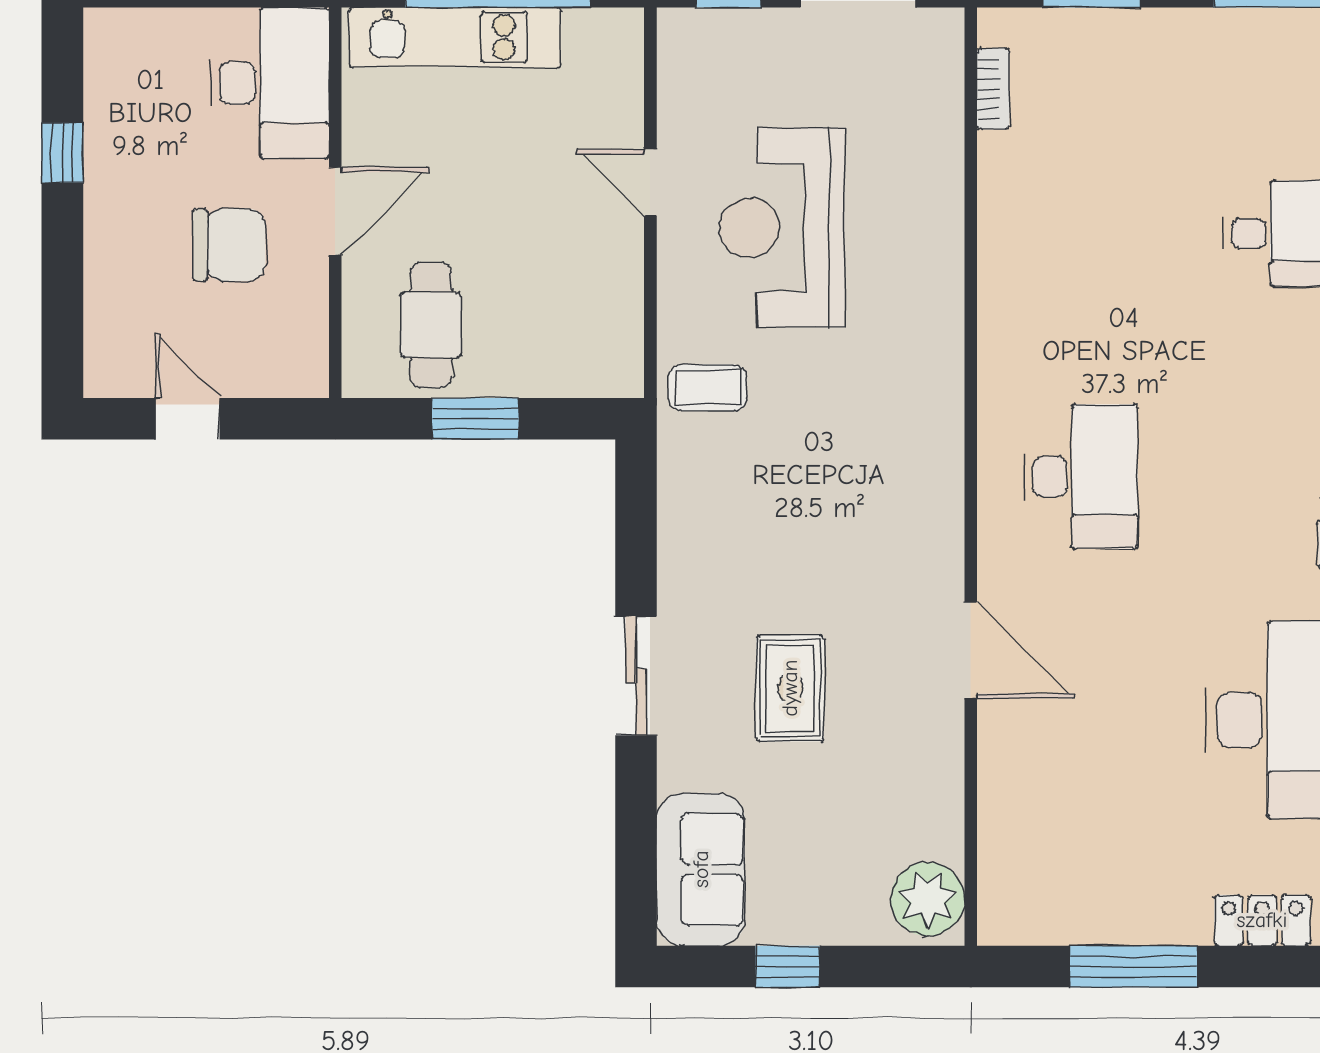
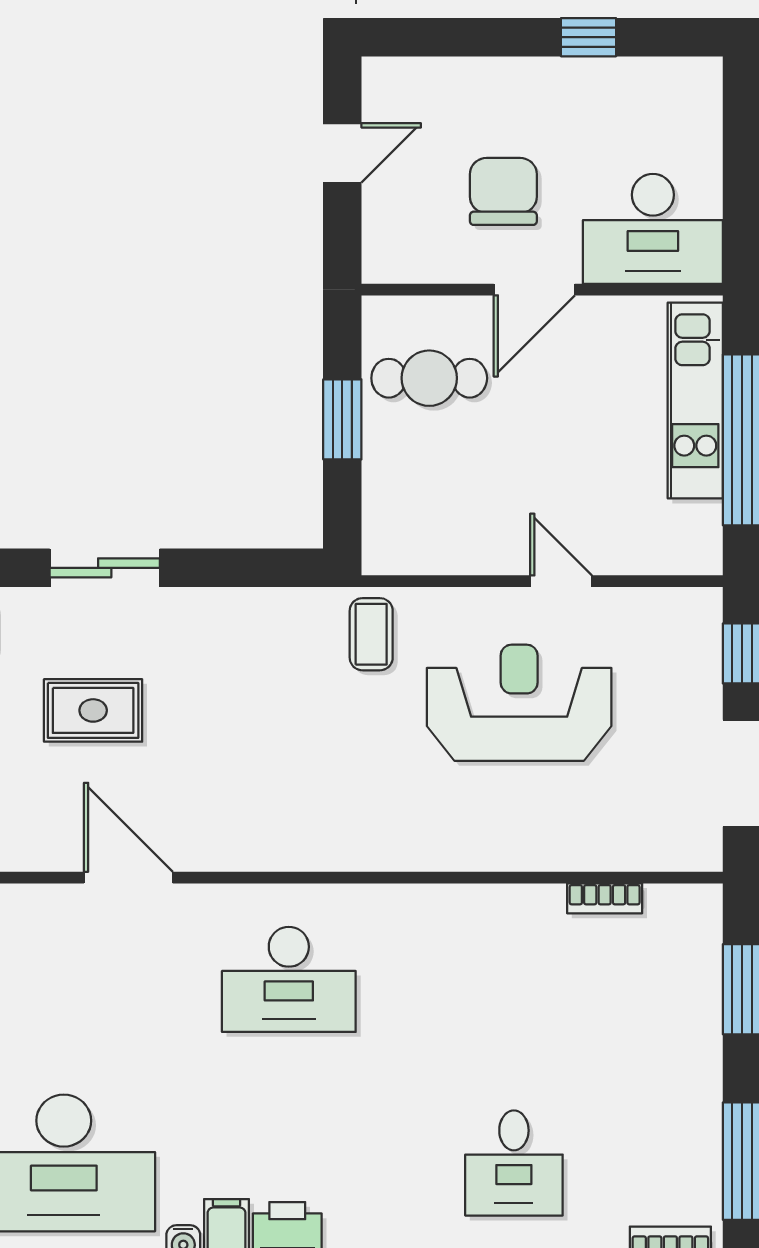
bookcase: (993, 89) -> (605, 898), moved
door: (650, 182) -> (561, 581), hinge flipped
door: (335, 211) -> (534, 290), hinge flipped
chair: (229, 245) -> (503, 191), turned 180
door: (971, 650) -> (128, 878), swing flipped

